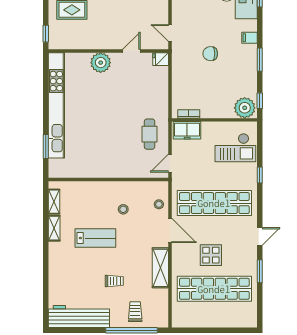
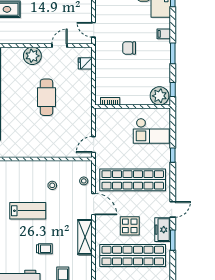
fridge: (161, 59) -> (85, 63), moved
freezer: (187, 130) -> (163, 230), moved, turned 90
cafe table: (150, 134) -> (46, 97), moved, width x1.37, depth x1.35

